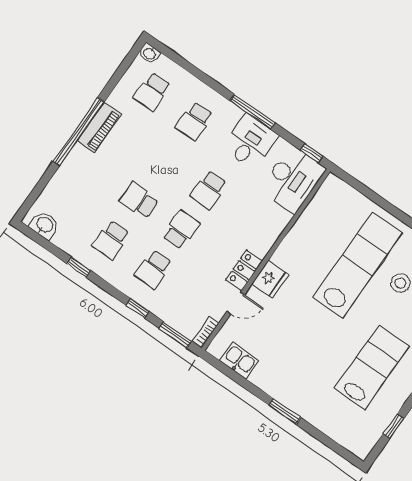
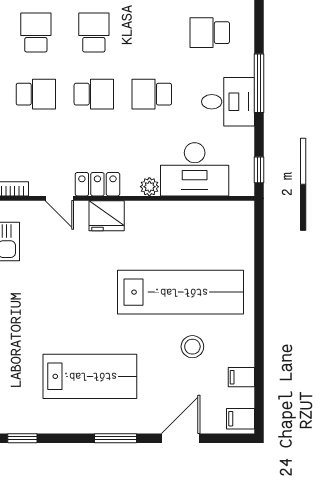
desk: (293, 179) -> (195, 169), moved
plant: (271, 236) -> (149, 187), added
school desk: (111, 240) -> (36, 33), turned 90
school desk: (153, 269) -> (36, 94), turned 180
window: (393, 426) -> (22, 438), moved

